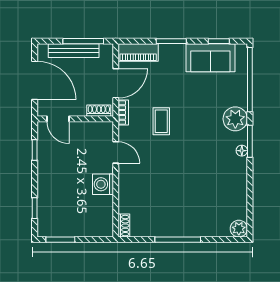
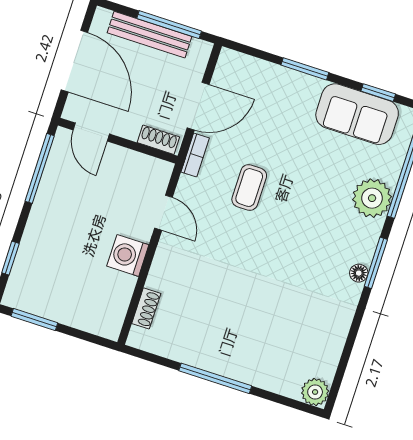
piano: (138, 52) -> (248, 70), removed
plant: (235, 119) -> (372, 198), moved
window: (35, 150) -> (40, 168), width x2.17
shoe rack: (124, 226) -> (146, 308), moved

